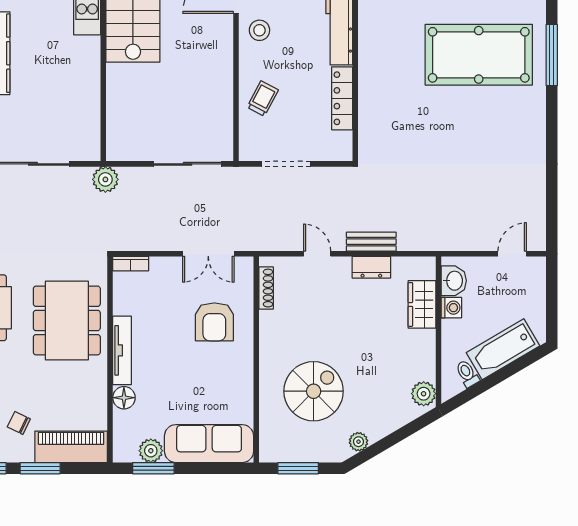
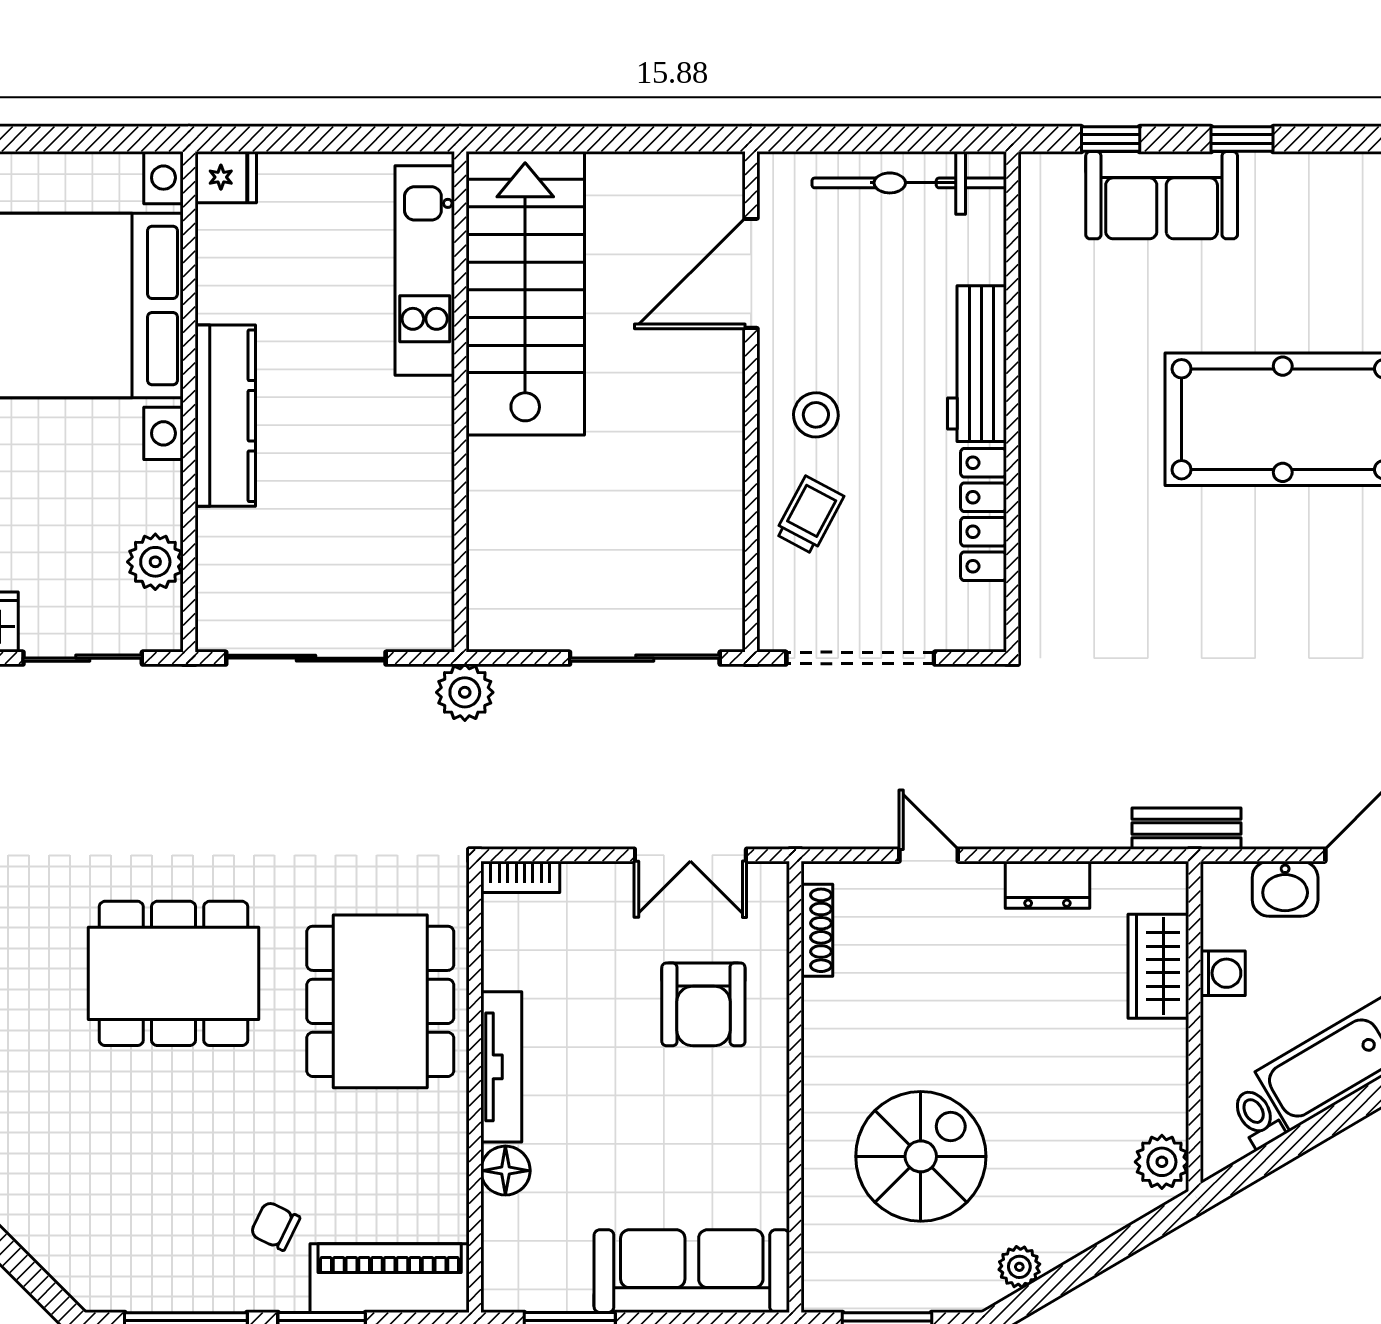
stool: (259, 30) -> (816, 415), moved
doorway: (286, 164) -> (860, 658), width x1.36
bench: (371, 242) -> (1186, 829), moved
washbasin: (454, 281) -> (1285, 889), moved, turned 90
plant: (151, 451) -> (564, 1287), removed

